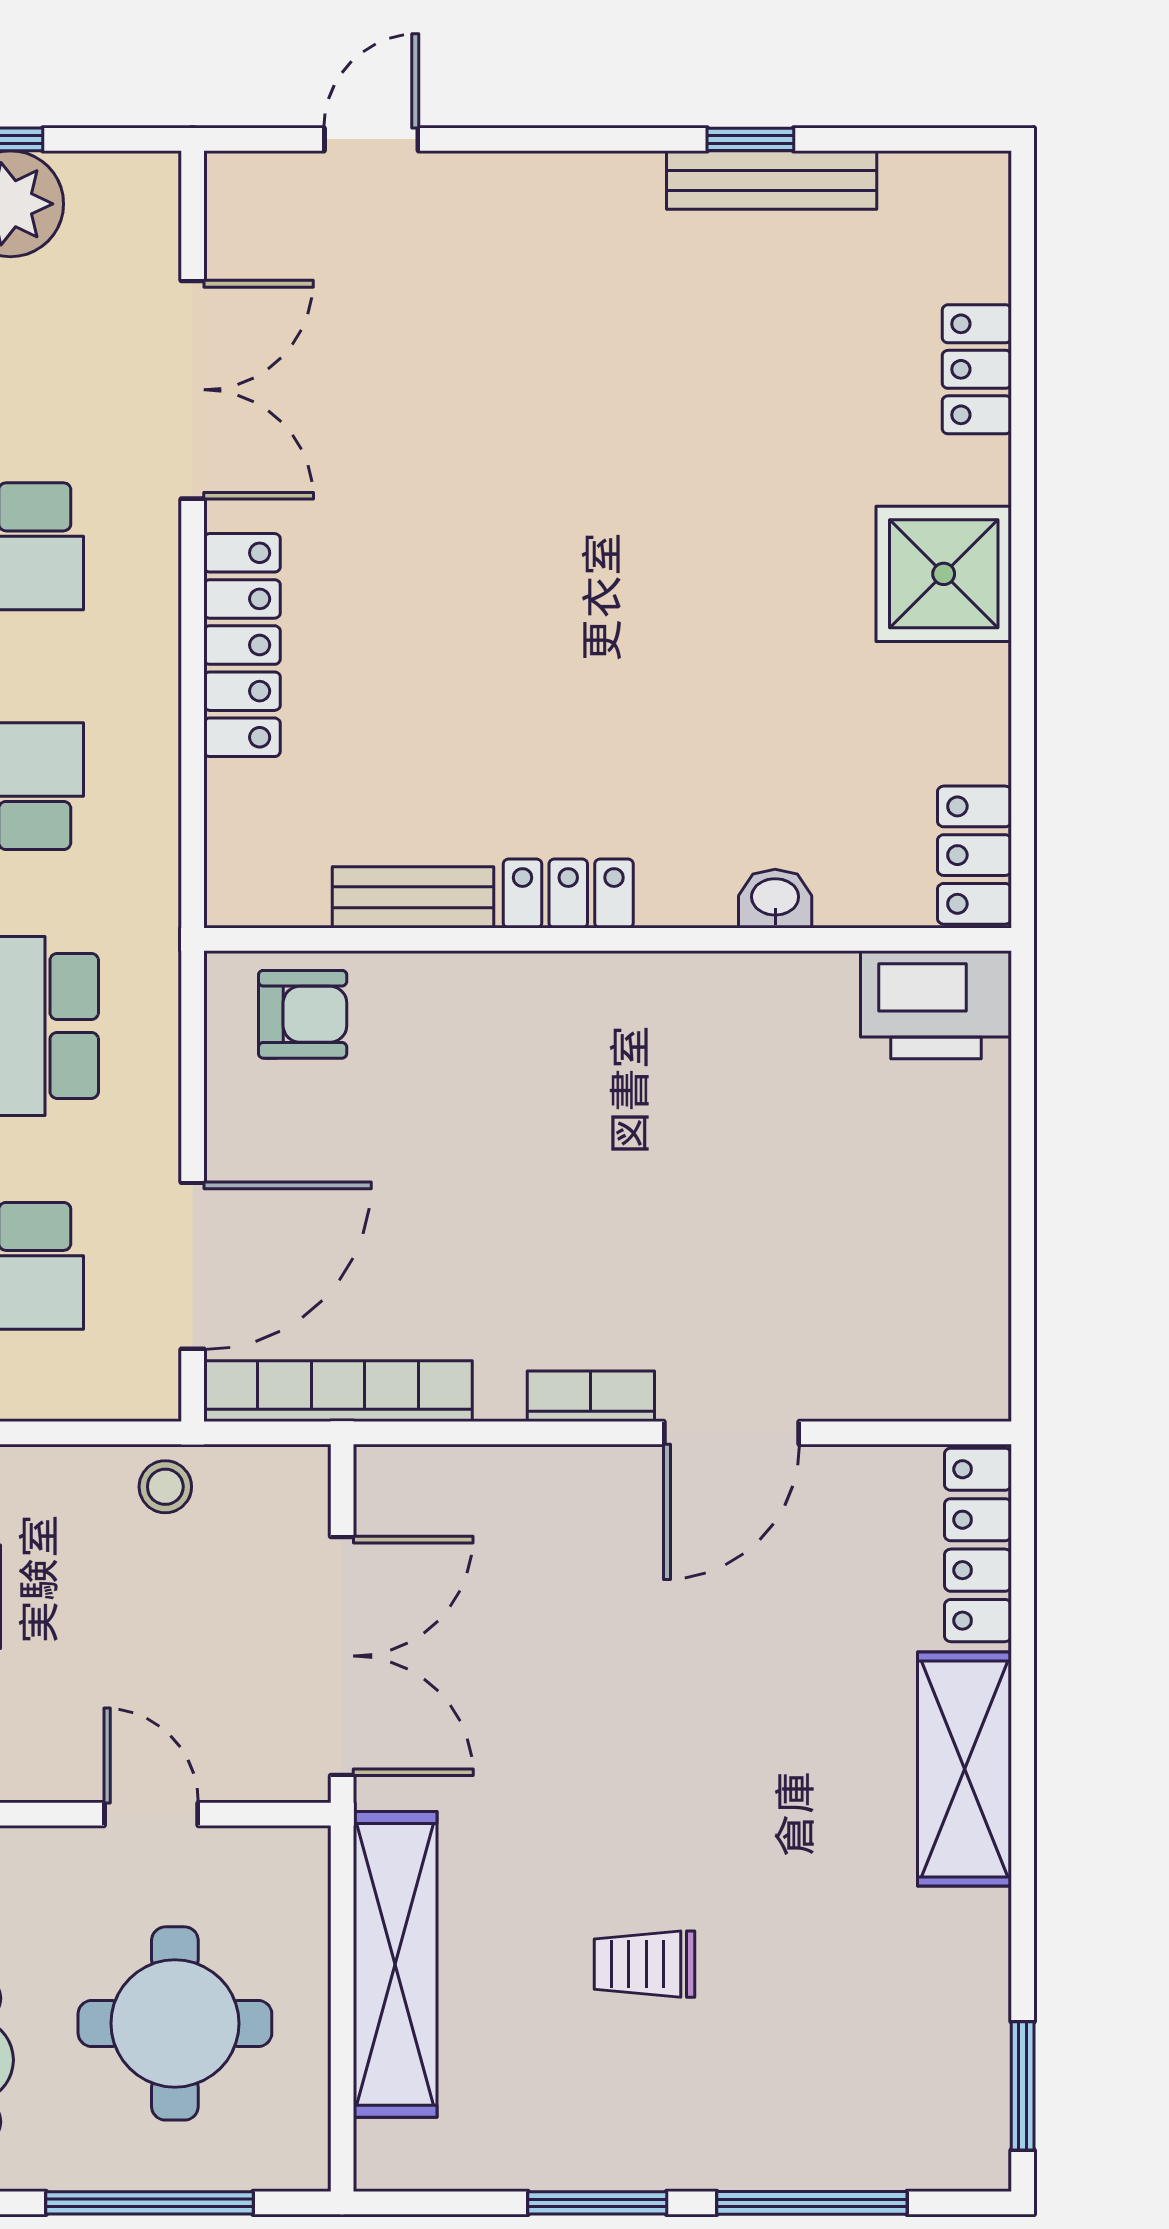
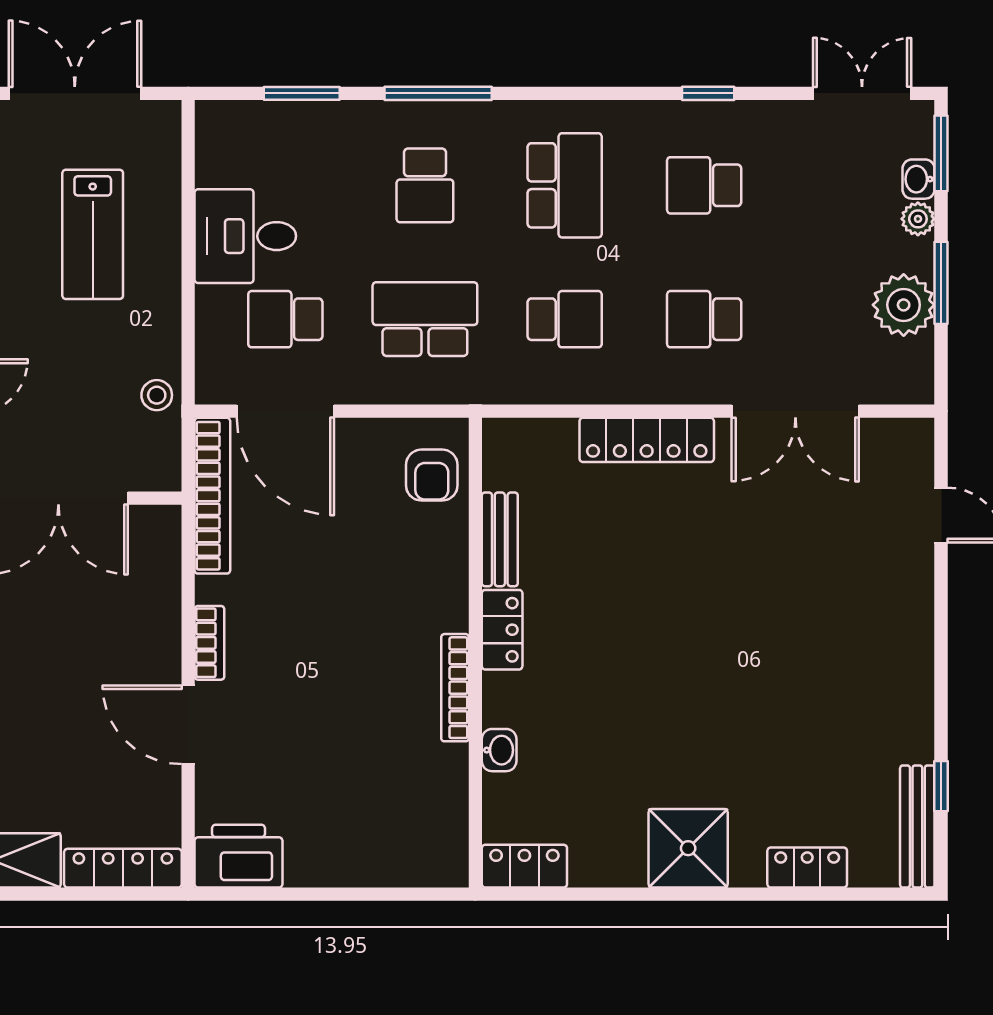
window: (750, 139) -> (941, 786), moved
bench: (772, 180) -> (917, 826), moved
bookcase: (668, 974) -> (455, 688), added
printer: (936, 1005) -> (239, 856), moved, turned 90

